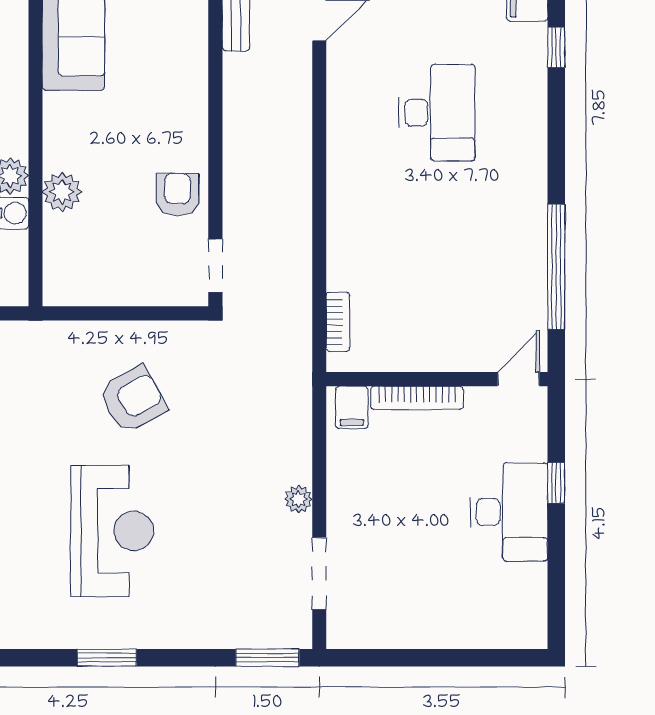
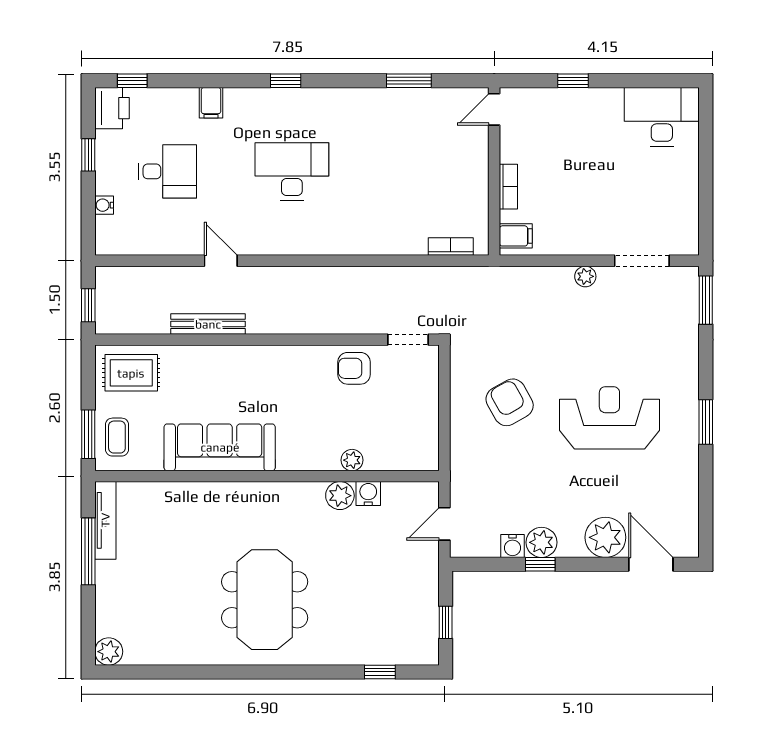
window: (556, 47) -> (286, 81), moved
plant: (62, 192) -> (352, 460), width x0.73, depth x0.73
window: (556, 267) -> (409, 81), width x0.47
door: (519, 379) -> (494, 109), hinge flipped
bookcase: (417, 398) -> (508, 187), width x0.64
desk: (509, 512) -> (662, 117), moved

